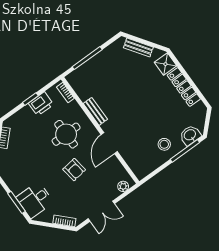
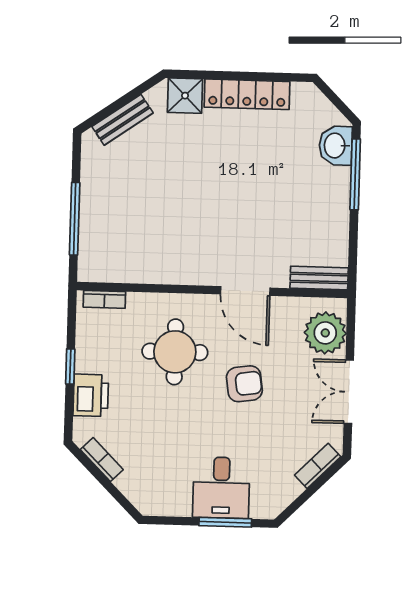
printer: (41, 104) -> (91, 395), moved
bench: (95, 111) -> (319, 278), moved
stool: (164, 144) -> (318, 201), removed
plant: (123, 186) -> (325, 333), width x1.87, depth x1.87
desk: (35, 200) -> (221, 488), moved
double door: (101, 211) -> (349, 392), swing flipped

